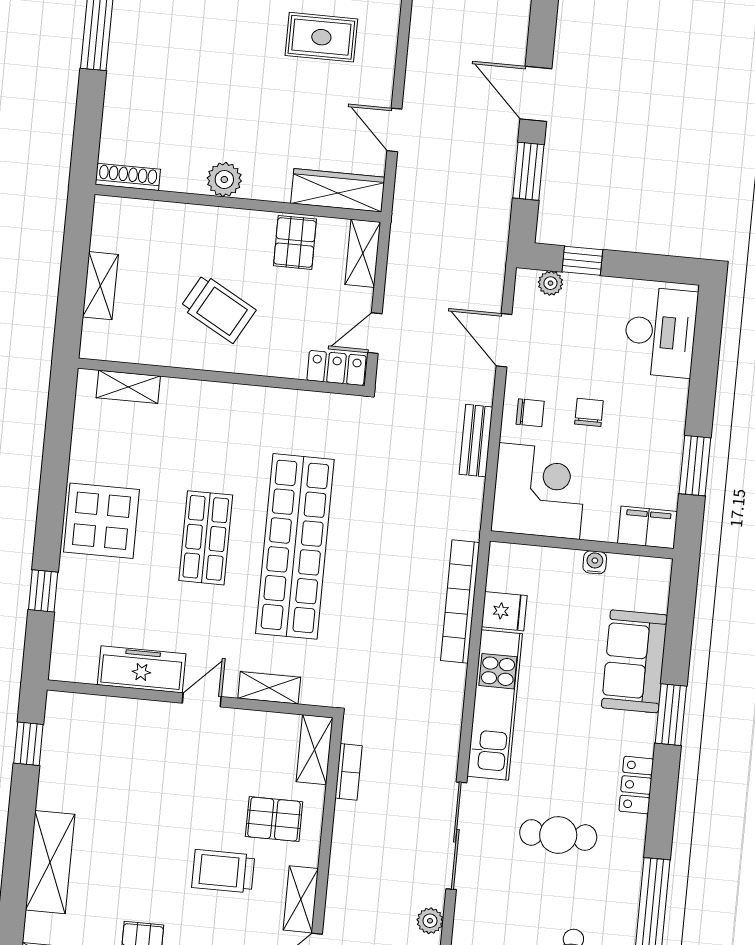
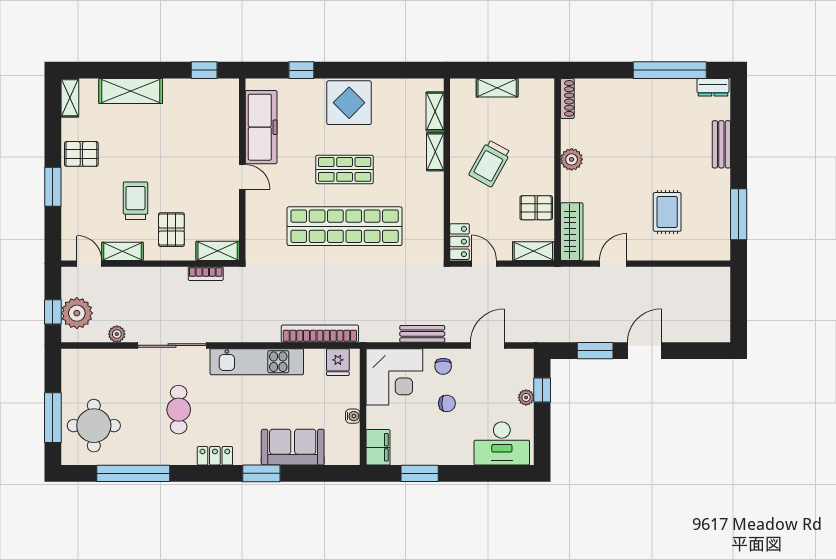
plant: (550, 283) -> (526, 397), moved
fridge: (504, 611) -> (338, 362), moved
freezer: (142, 669) -> (261, 127), width x1.36, depth x1.26
shelving: (269, 688) -> (435, 152), moved

